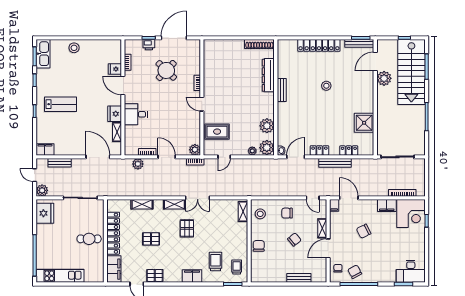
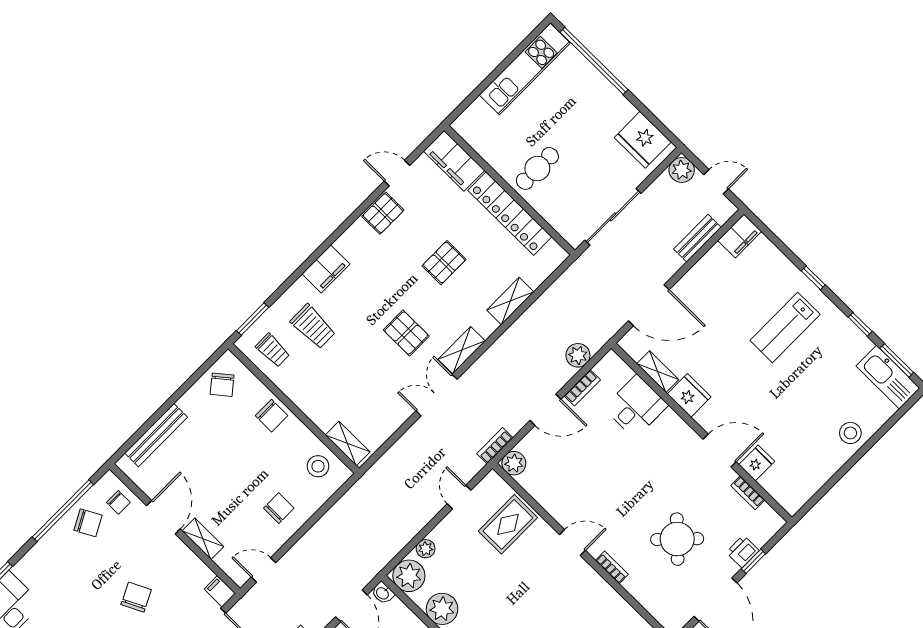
desk: (136, 114) -> (636, 406), moved
chair: (294, 239) -> (222, 385), moved
bench: (299, 278) -> (156, 435), width x1.36

